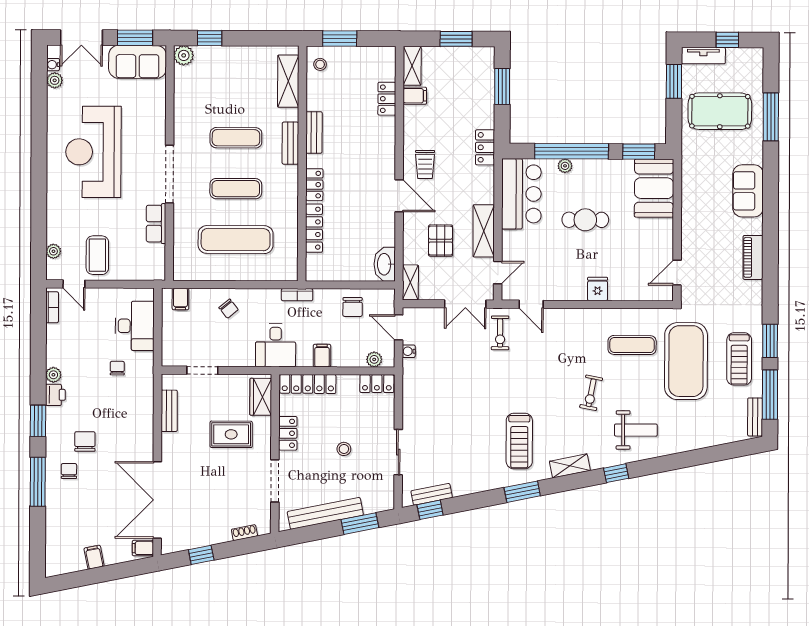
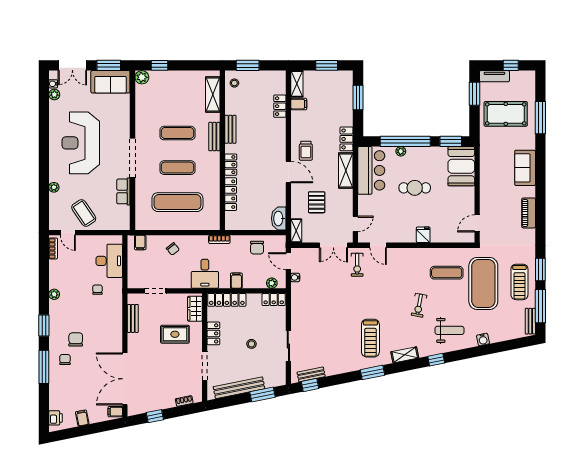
shelving: (484, 231) -> (346, 170), moved
plant: (53, 251) -> (54, 187), moved
coffee table: (97, 255) -> (84, 213), turned -34
printer: (55, 395) -> (56, 418), moved
water cooler: (685, 444) -> (483, 339), added

